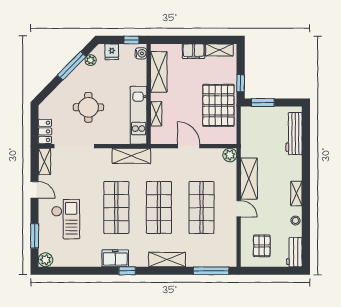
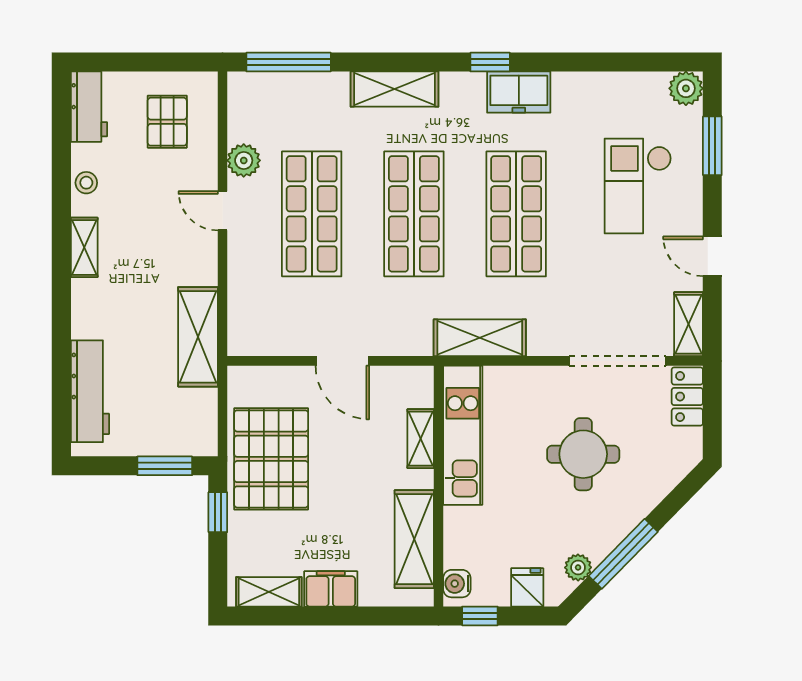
plant: (230, 155) -> (244, 160), moved
shelving: (249, 179) -> (198, 337), moved

